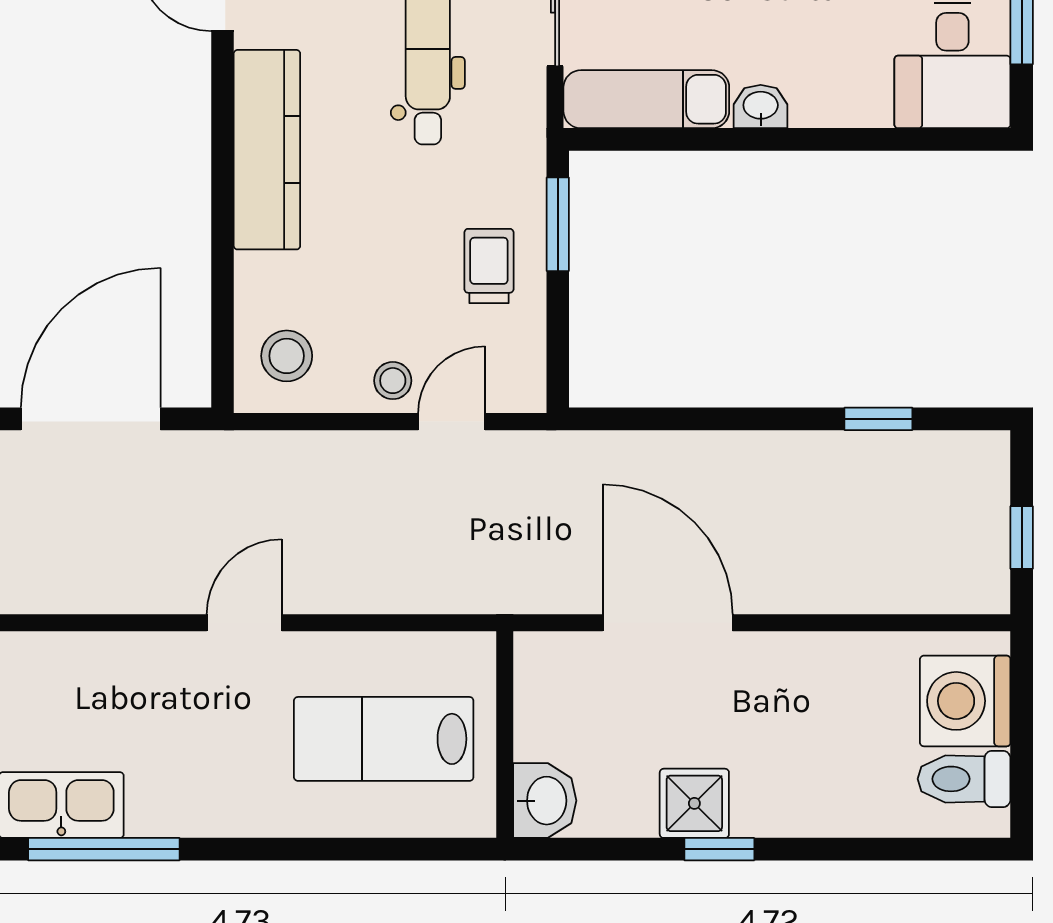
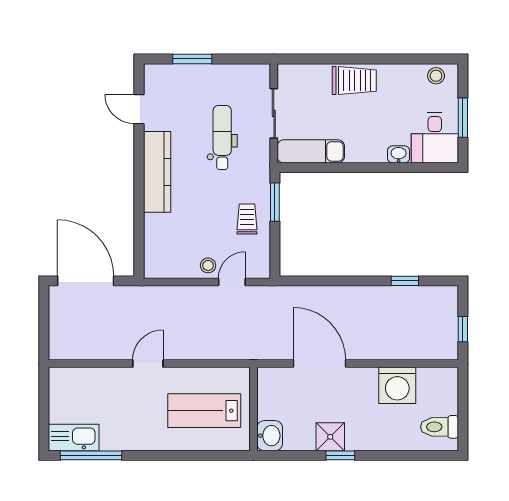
washbasin: (761, 106) -> (399, 154), moved
stool: (287, 356) -> (165, 255), removed
door: (91, 419) -> (86, 281), hinge flipped
washing machine: (965, 701) -> (397, 385), moved, turned -90

